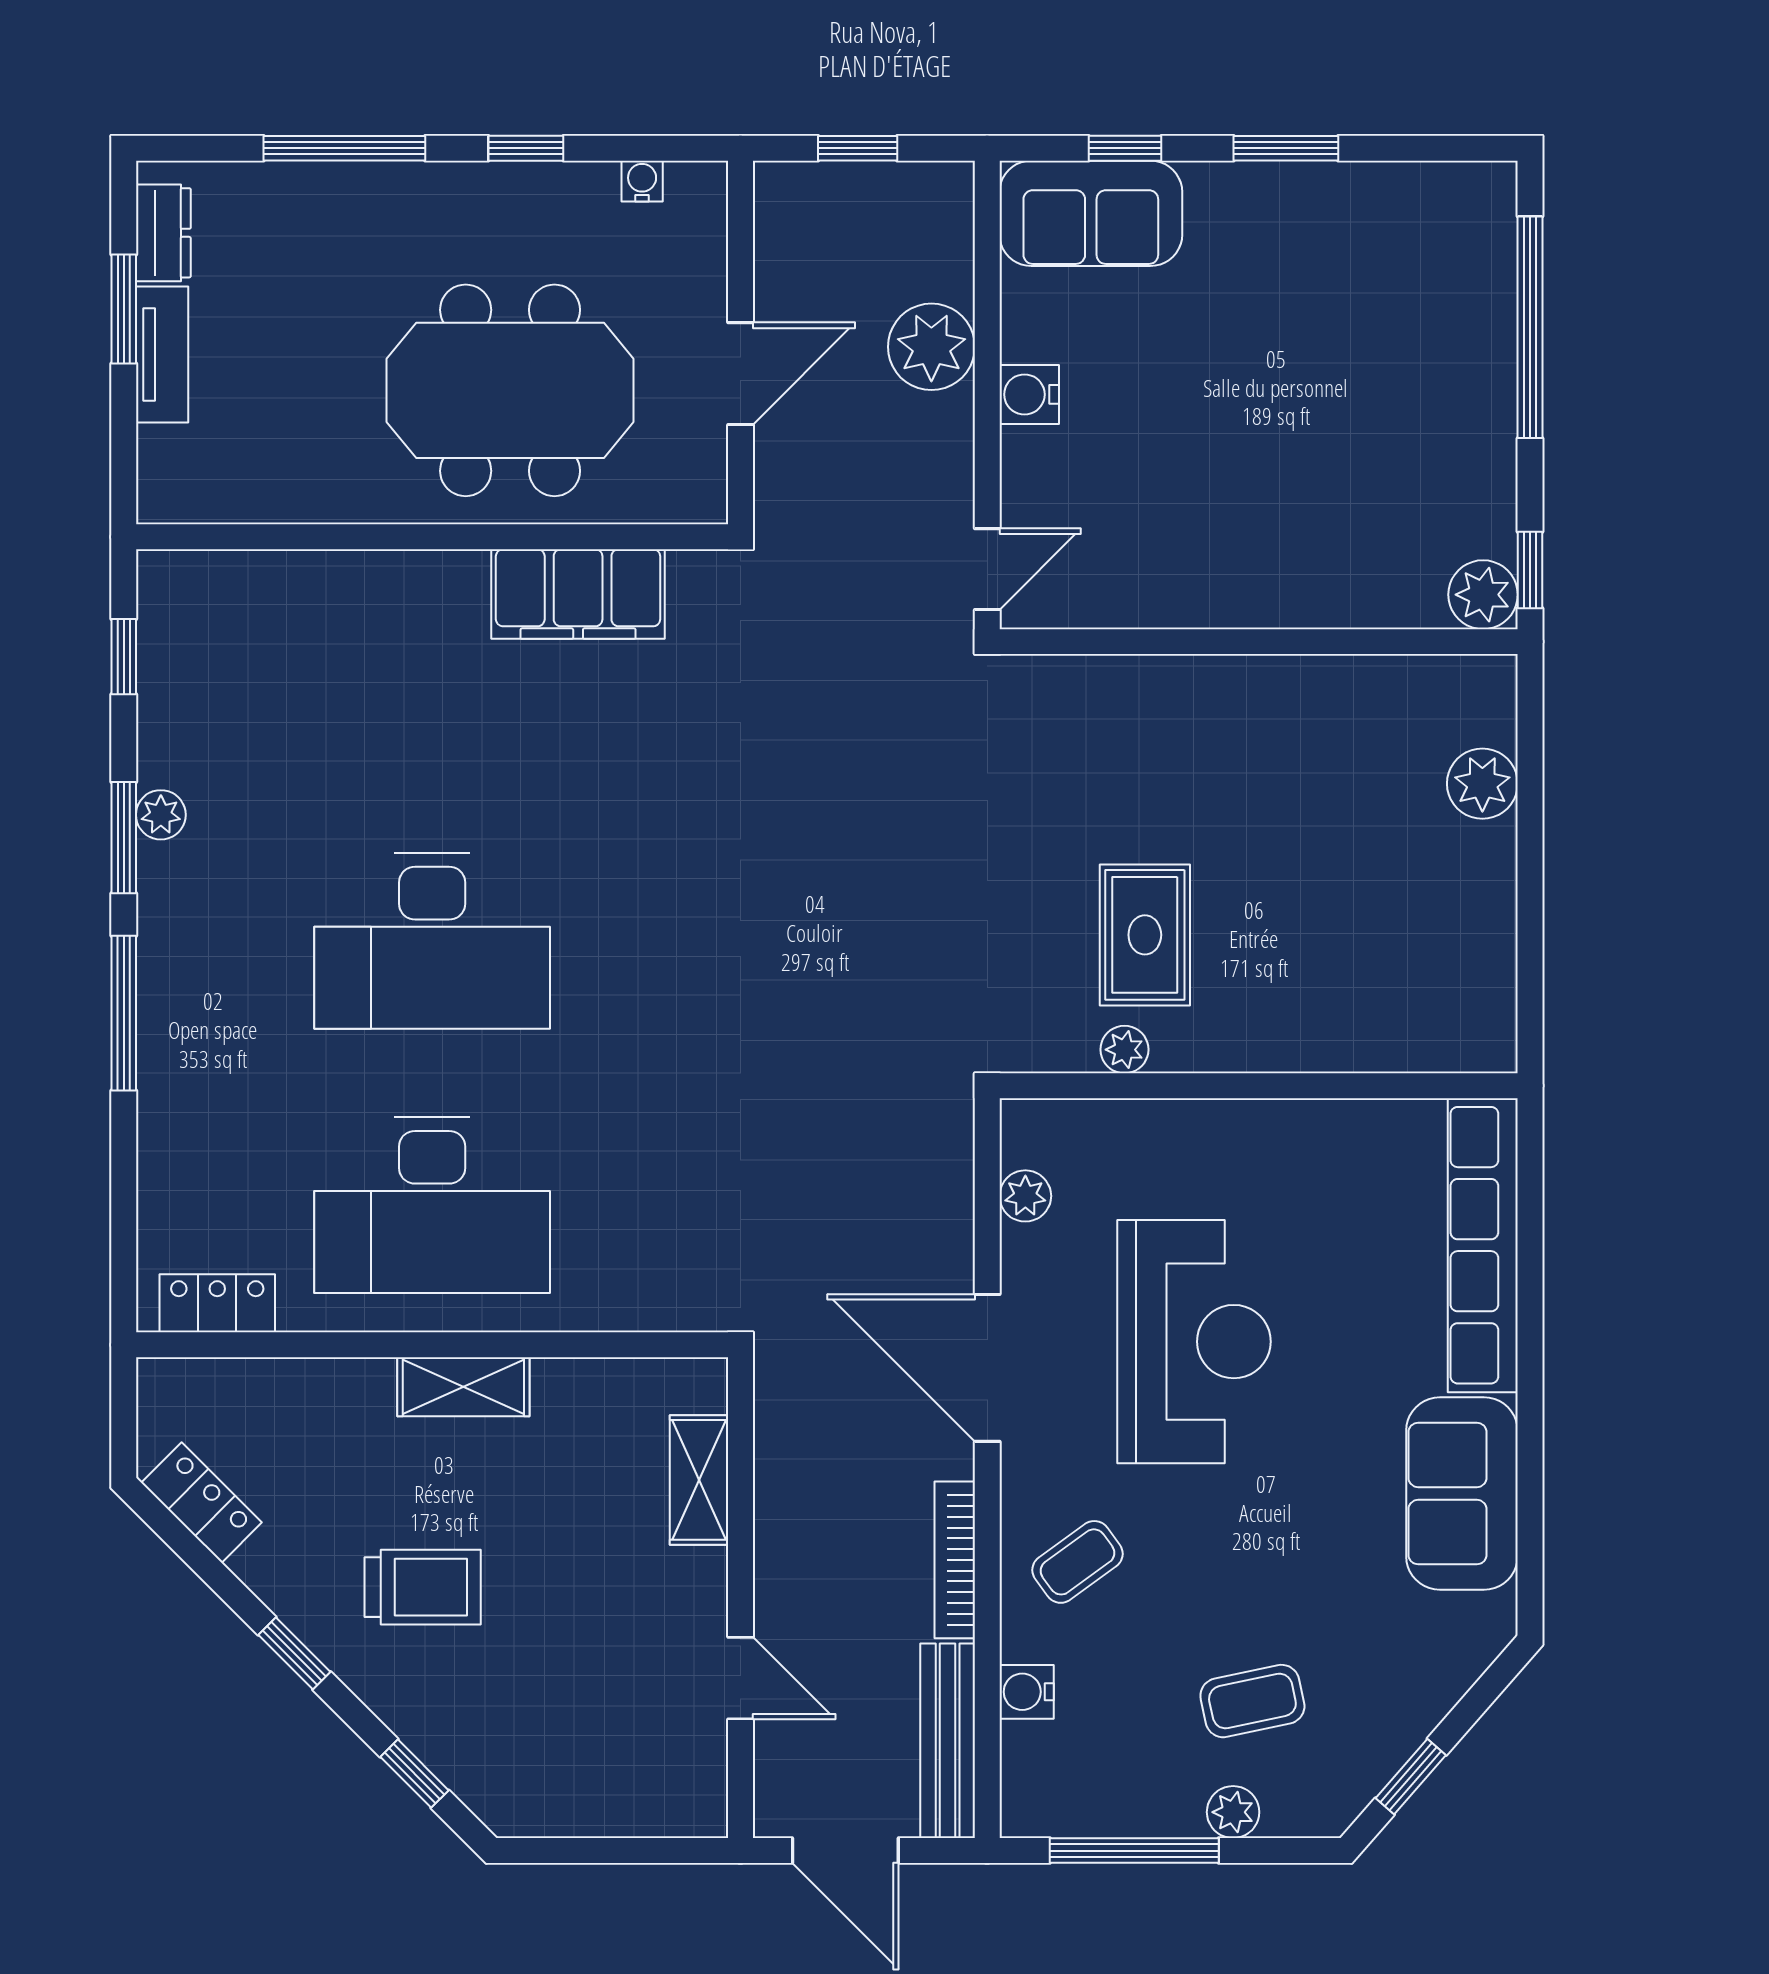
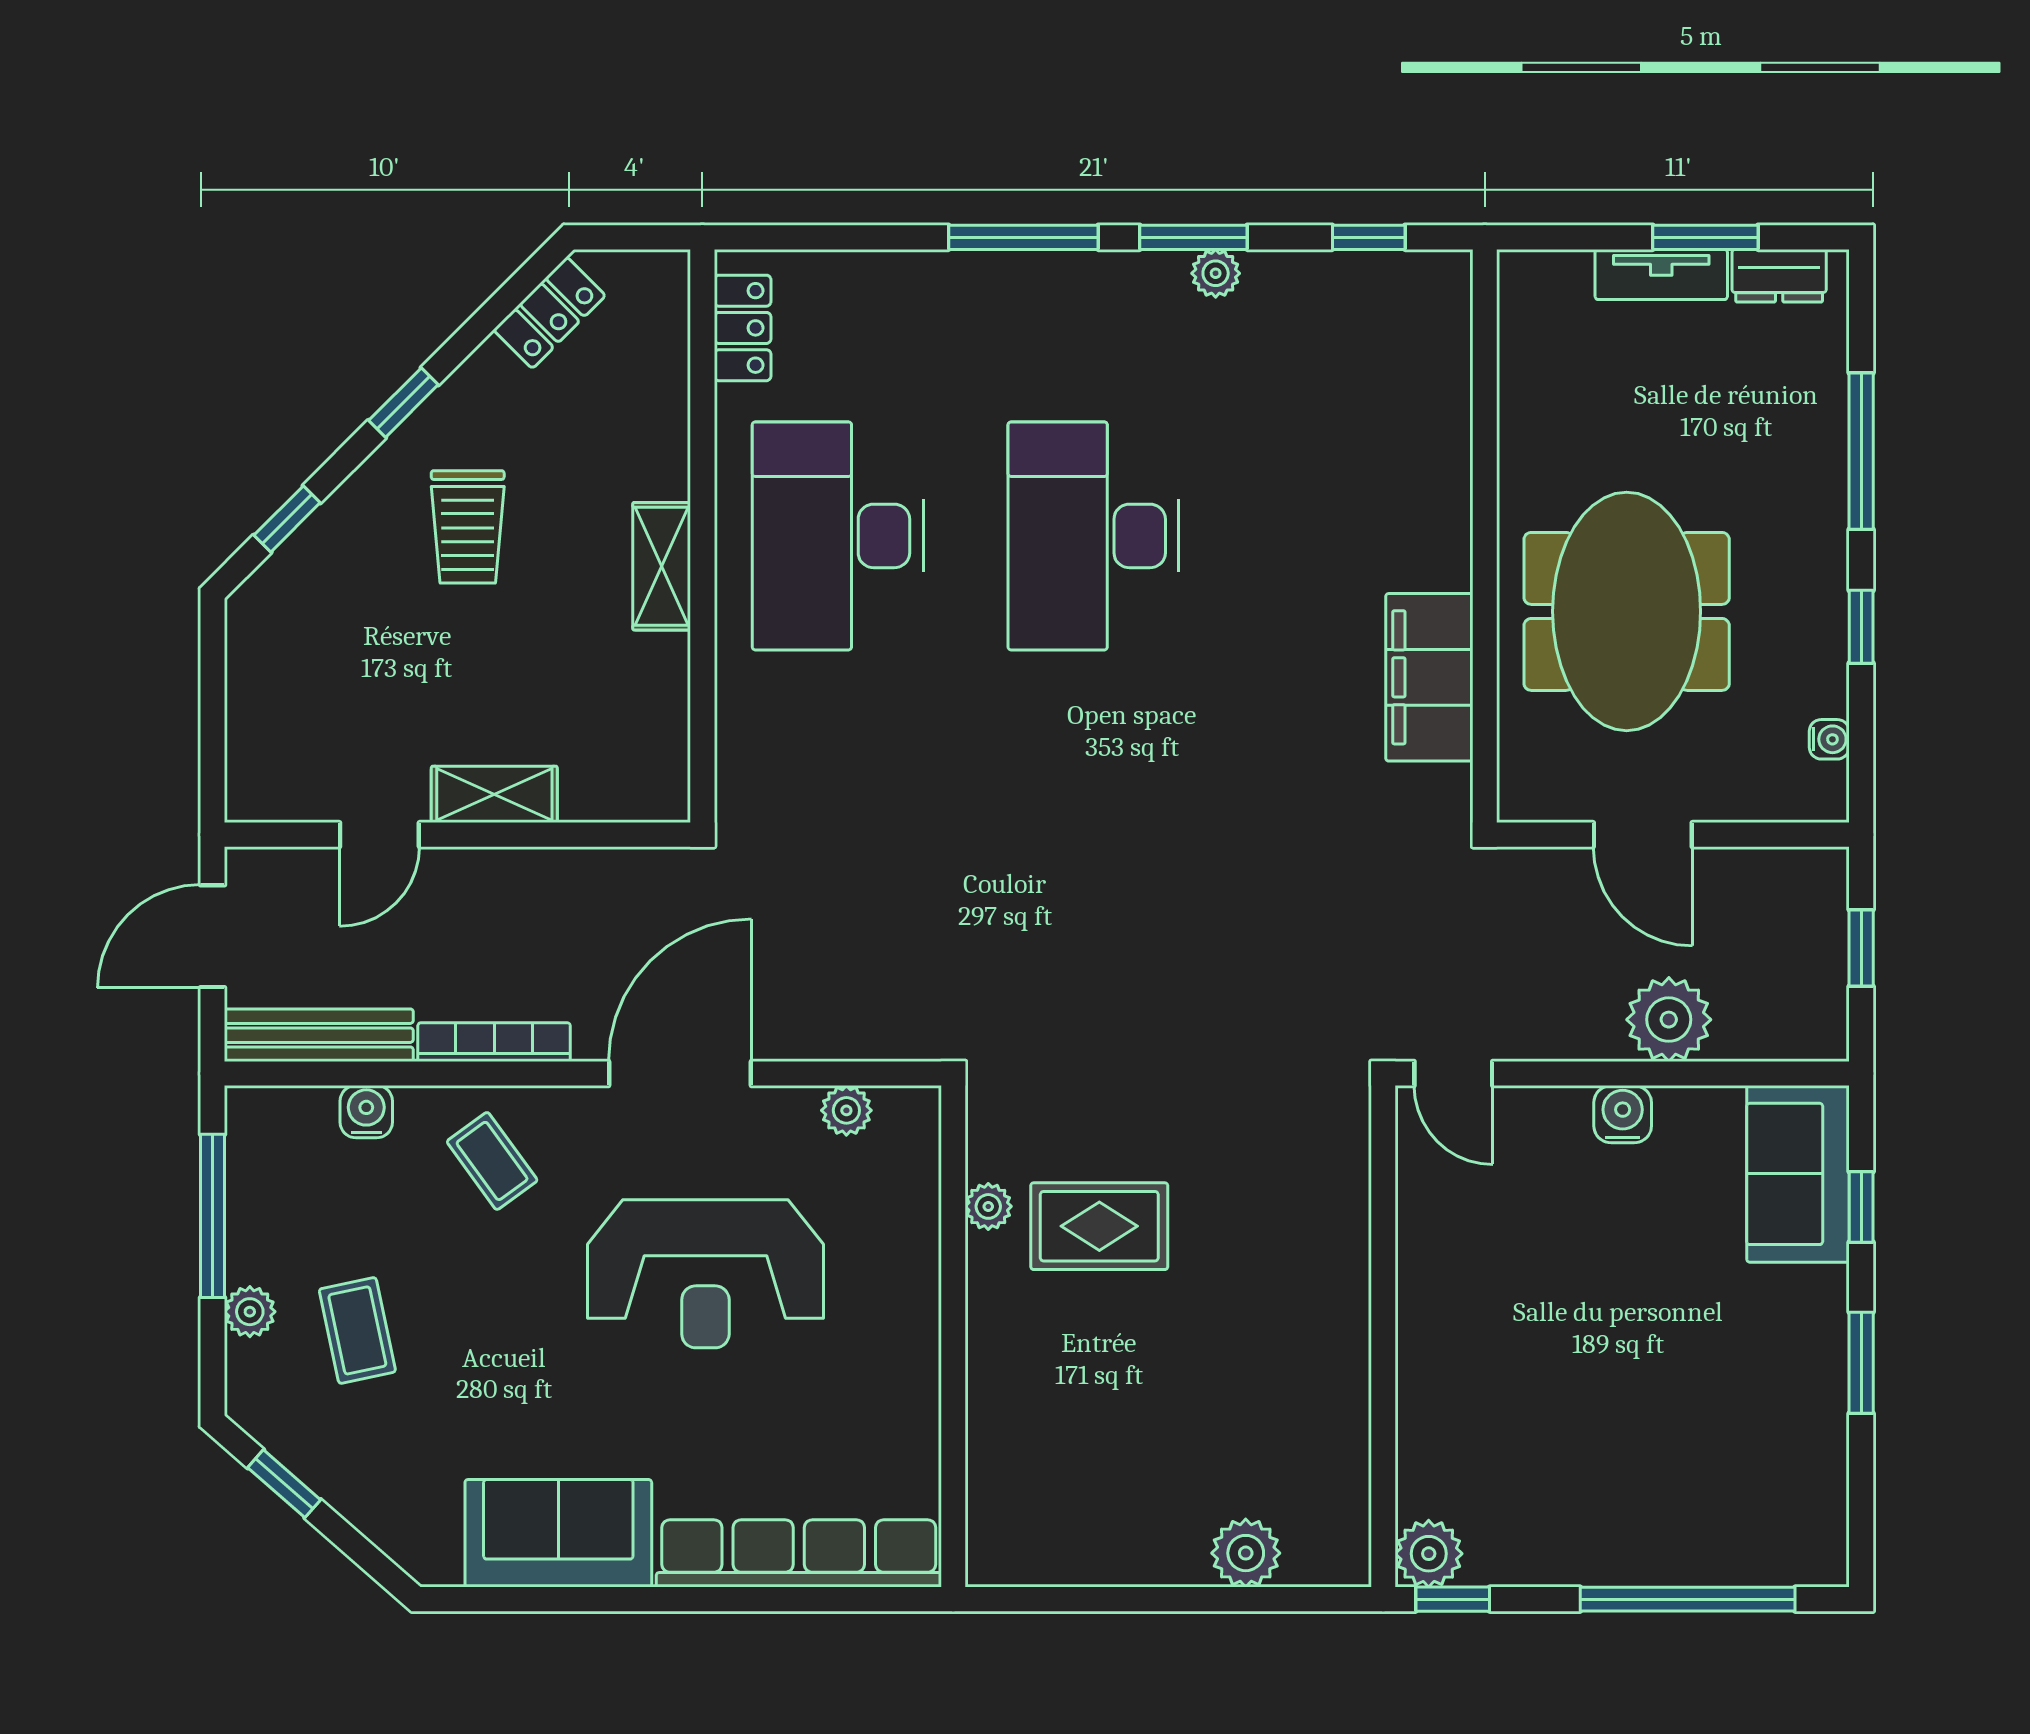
shelving: (699, 1480) -> (494, 794), moved

